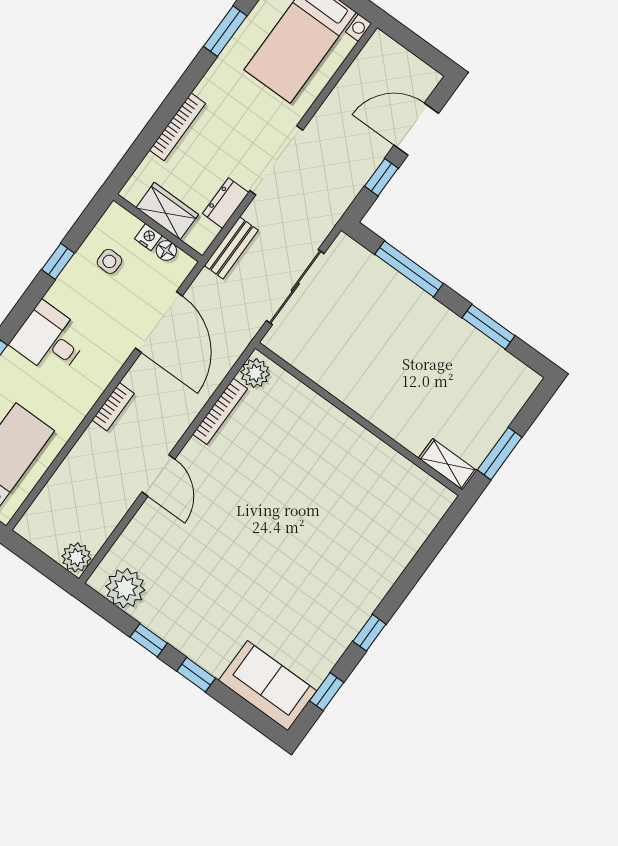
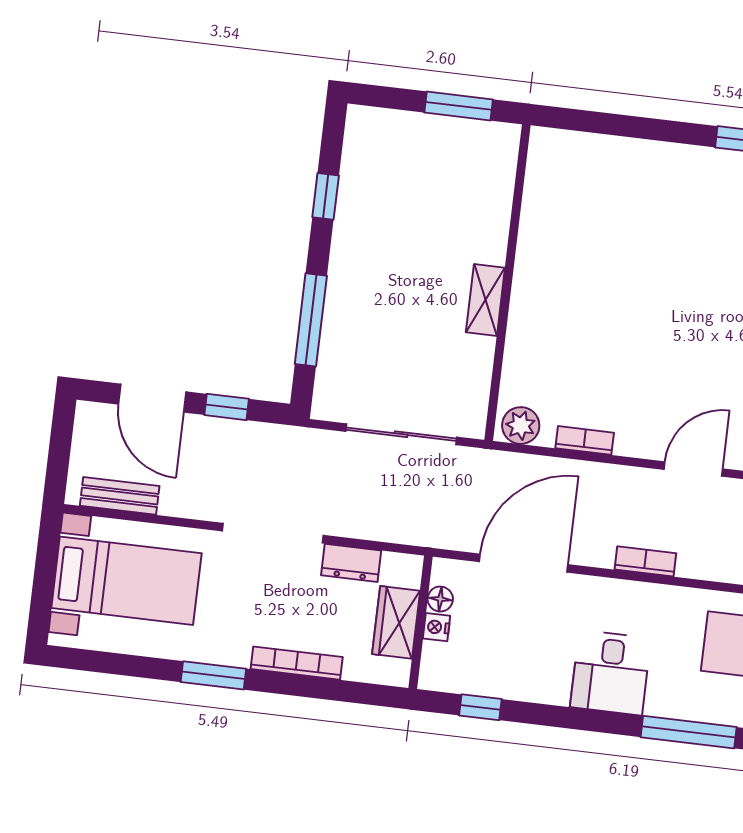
window: (225, 31) -> (213, 675), moved
bench: (231, 248) -> (120, 496), moved
window: (58, 261) -> (480, 707), moved
side table: (109, 261) -> (487, 655), removed
window: (489, 327) -> (326, 196), width x0.67
bookcase: (220, 411) -> (585, 440), width x0.64
shelving: (448, 464) -> (485, 300), moved

